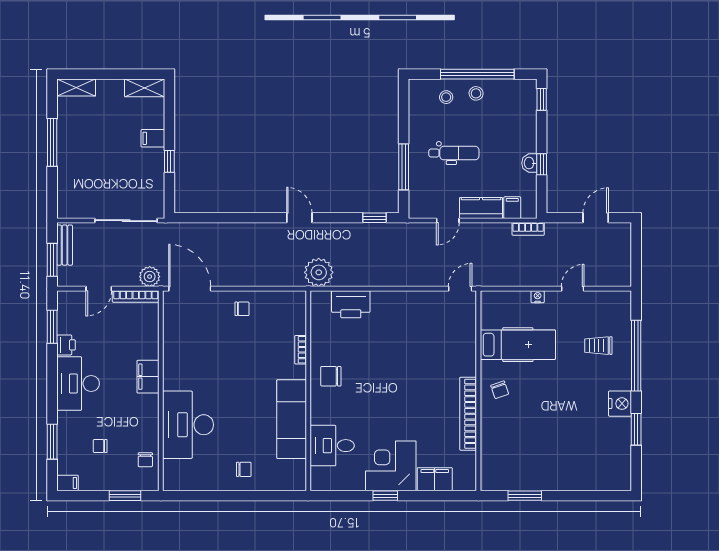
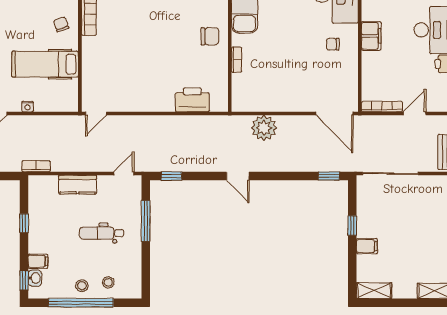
washbasin: (529, 163) -> (35, 278), moved
filing cabinet: (512, 208) -> (38, 261), moved, turned -90
window: (196, 218) -> (329, 176), added
door: (448, 221) -> (124, 174), moved
plant: (319, 272) -> (264, 128), moved
plant: (150, 277) -> (370, 124), removed
chair: (242, 309) -> (333, 44), moved

